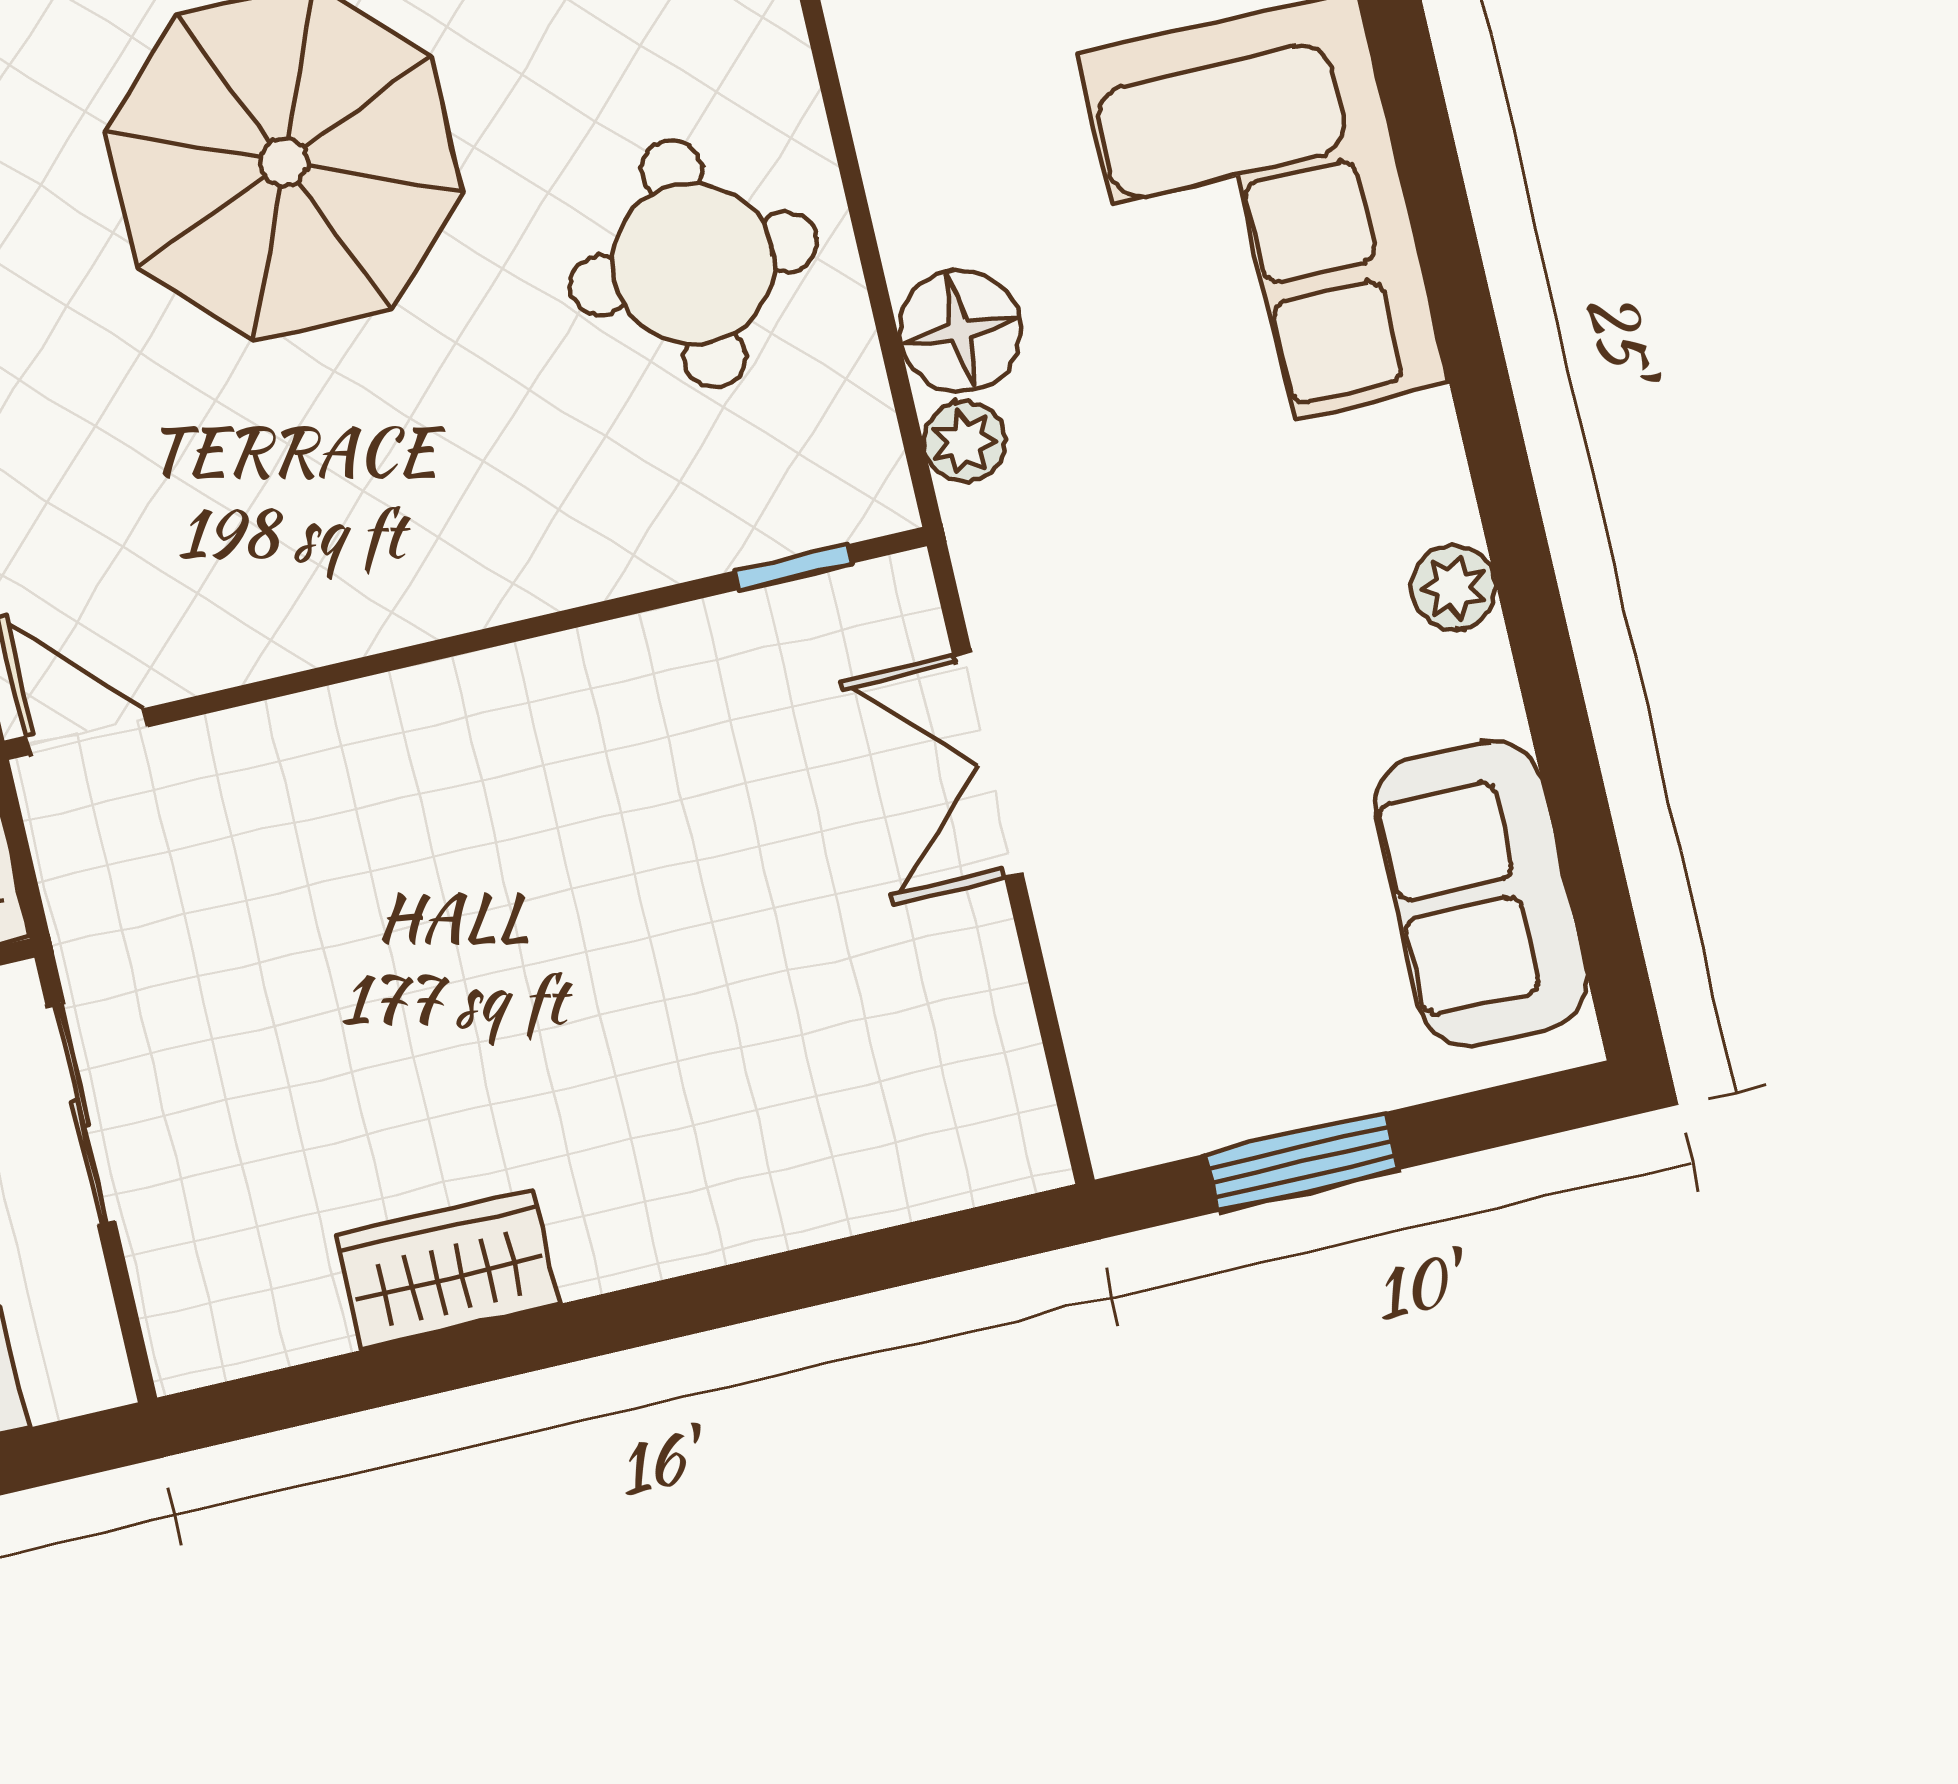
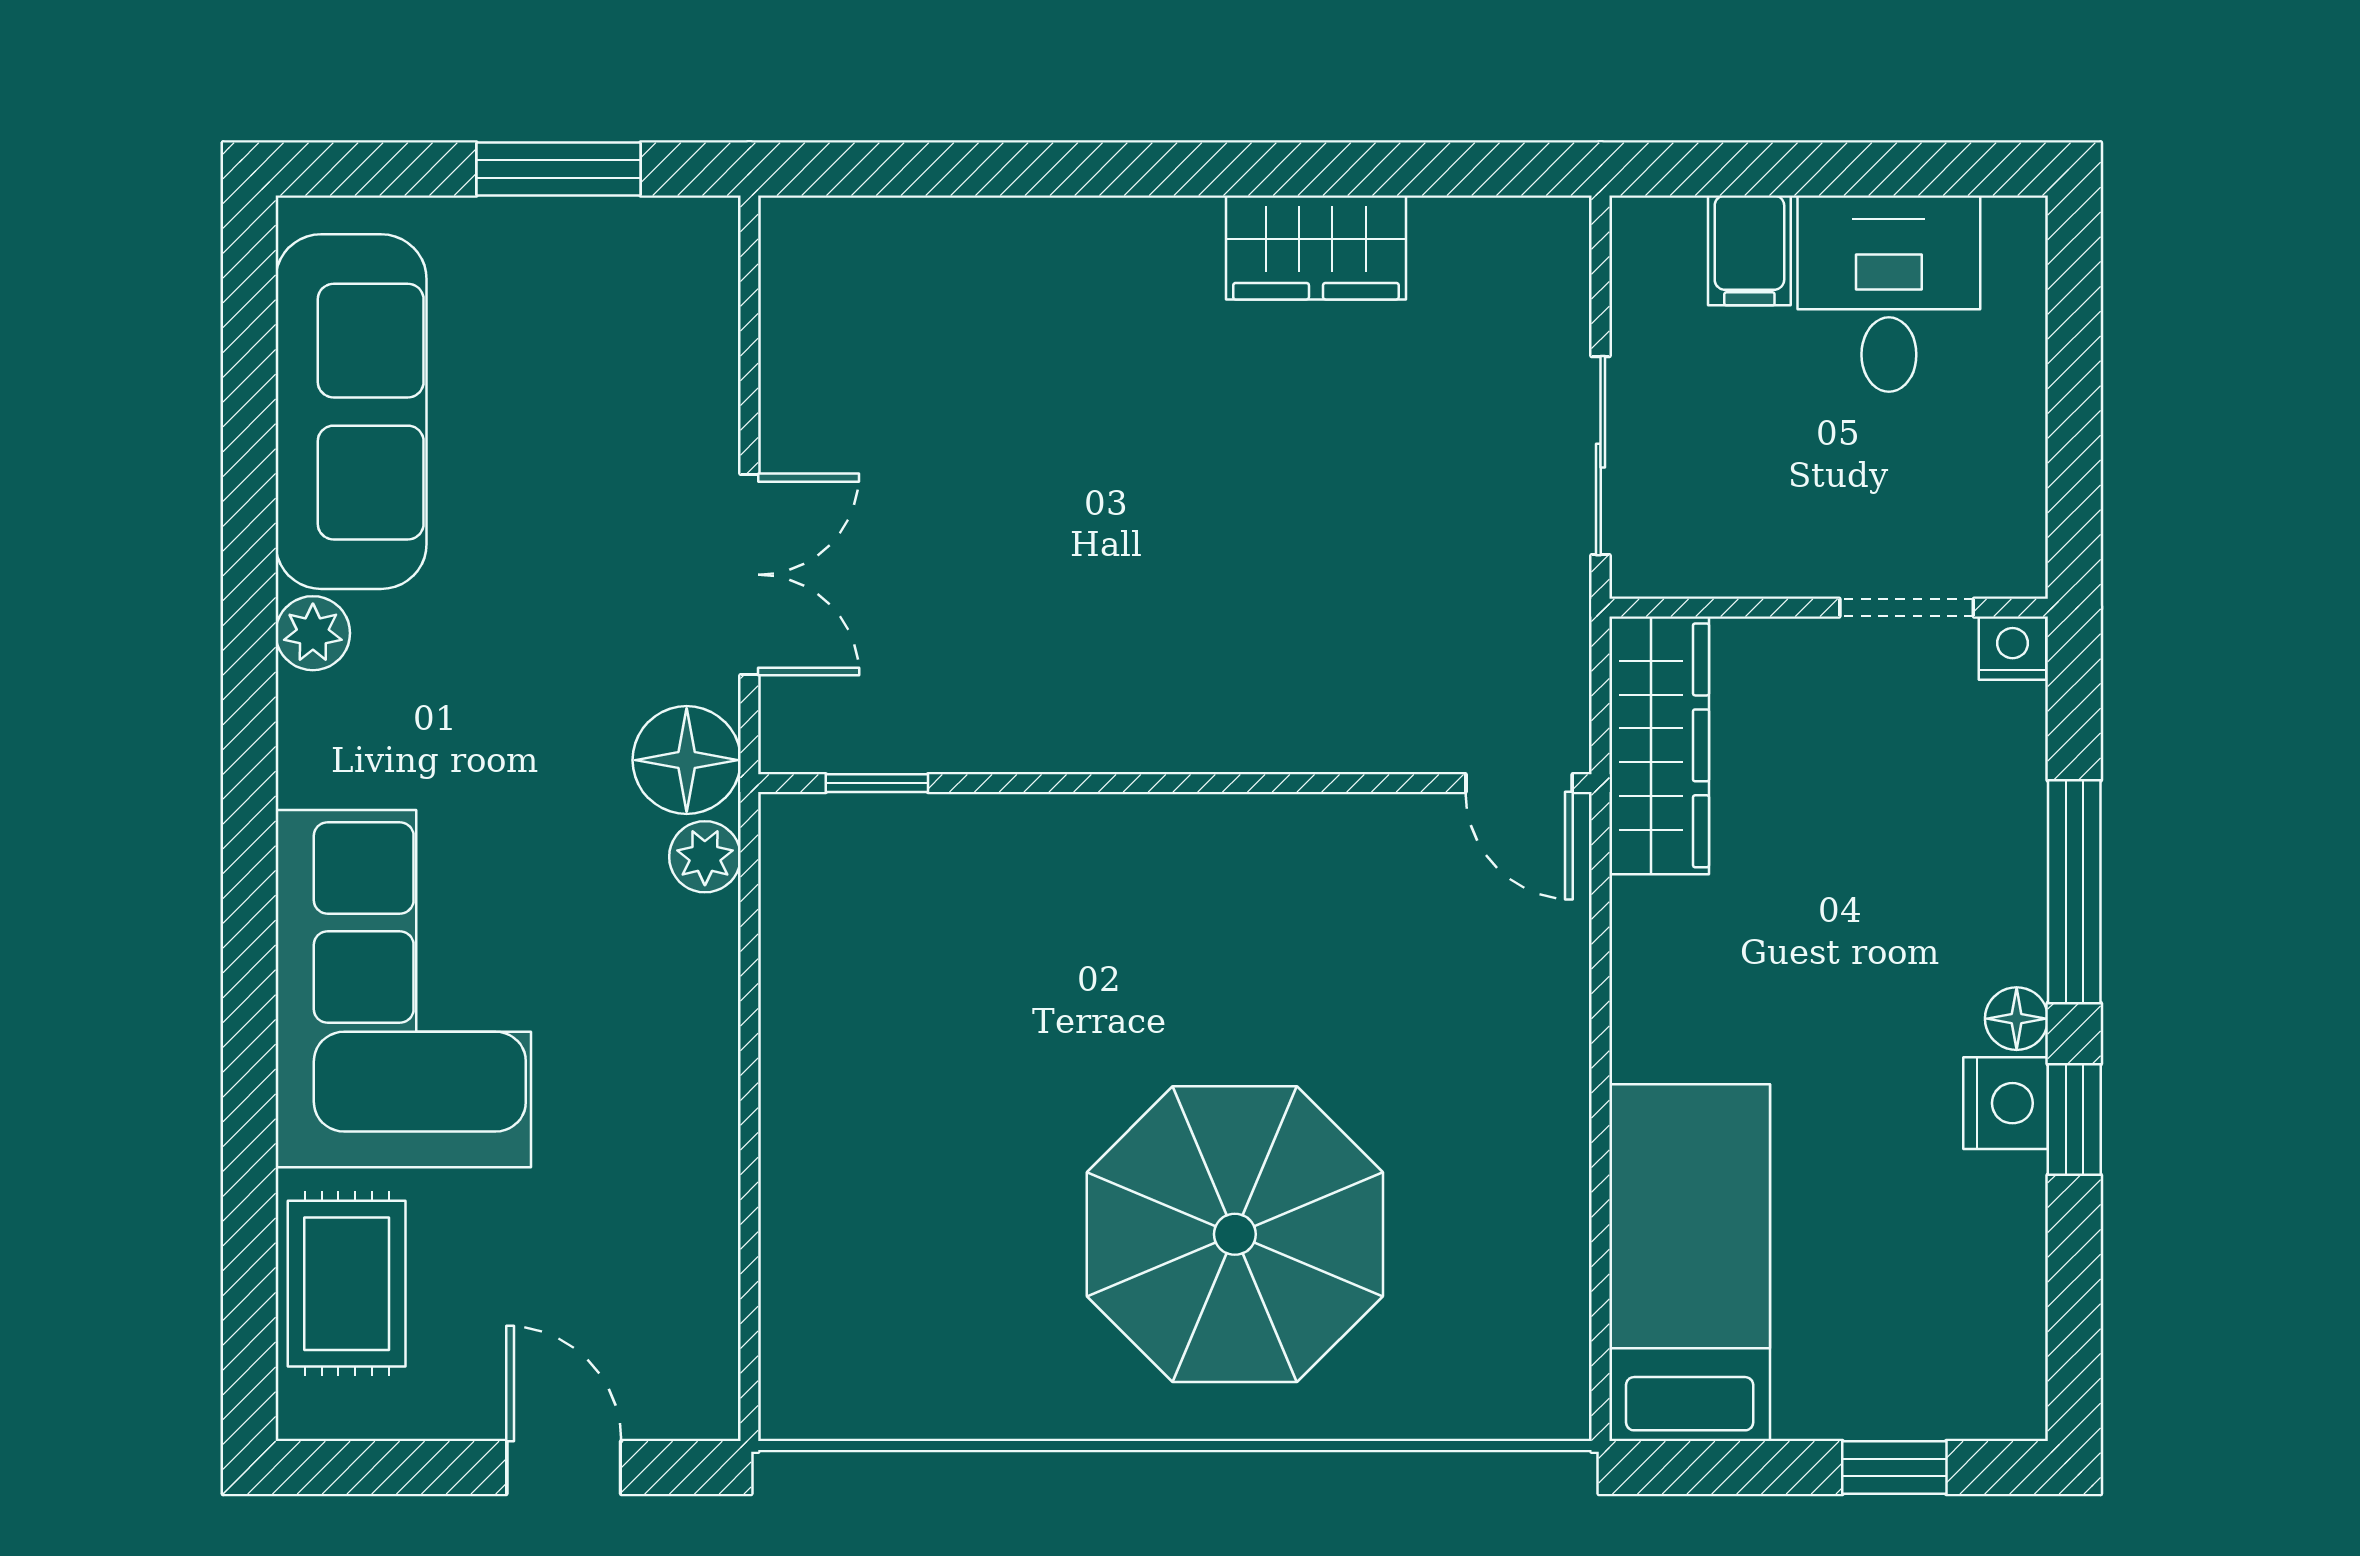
round table: (694, 264) -> (903, 1065), removed
floor lamp: (960, 331) -> (687, 760), moved
sofa: (1481, 893) -> (351, 412), width x1.36

